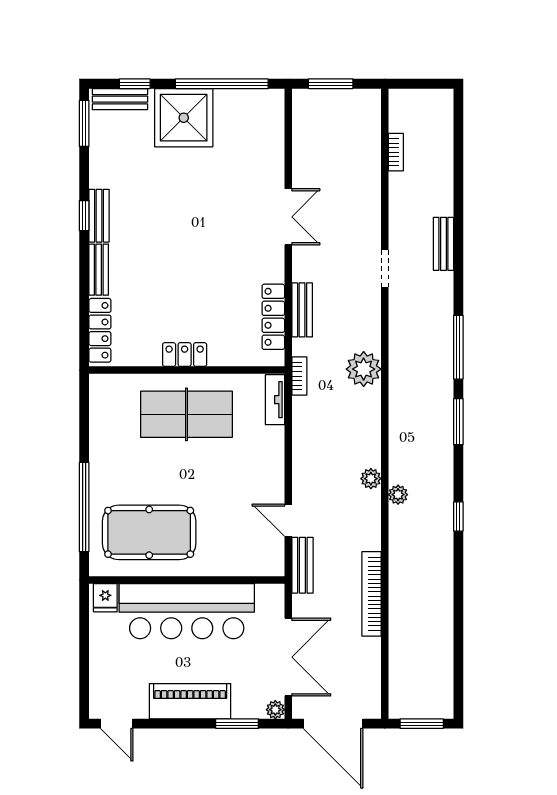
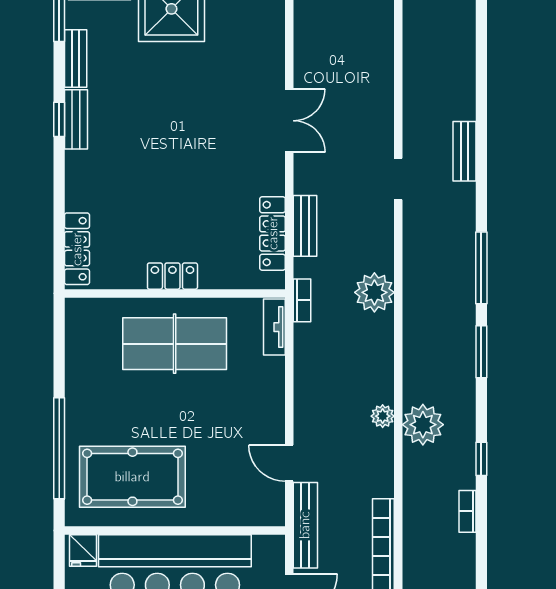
bookcase: (396, 152) -> (468, 511), moved, turned 180
bench: (99, 270) -> (76, 59), moved
plant: (398, 495) -> (423, 425), width x1.87, depth x1.87
bench: (302, 565) -> (305, 525), width x1.36

